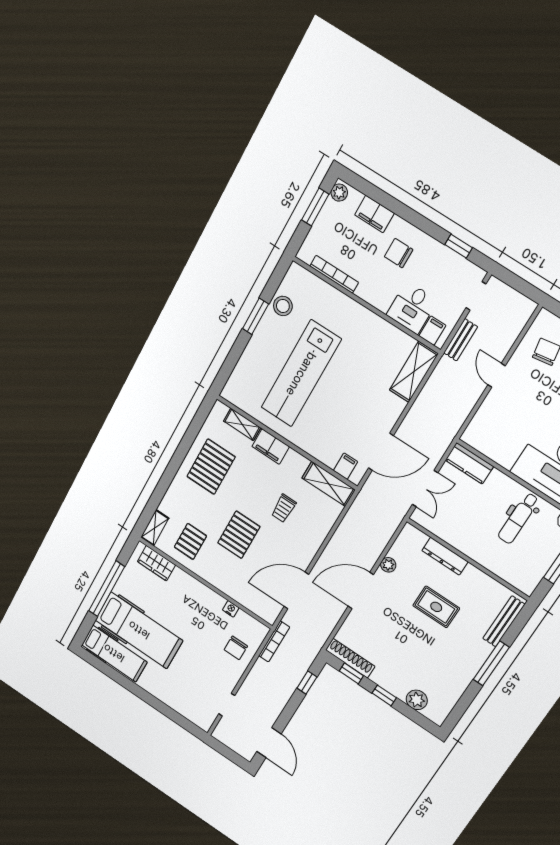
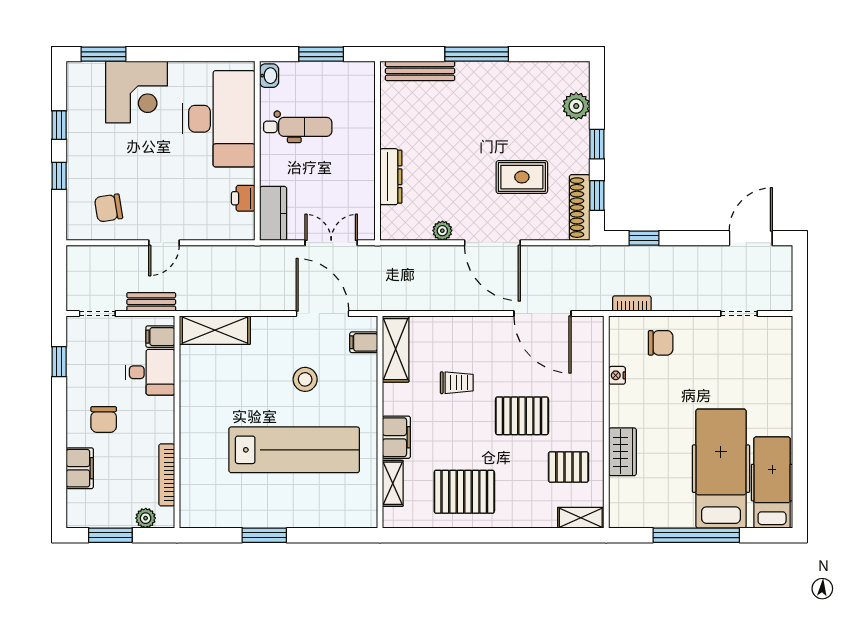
plant: (339, 193) -> (146, 518), moved
stool: (283, 306) -> (305, 379), moved
printer: (493, 450) -> (243, 198), added
wardrobe: (156, 563) -> (623, 452), moved
rug: (436, 607) -> (522, 177), moved, turned 90
bookcase: (274, 641) -> (632, 304), width x0.64

